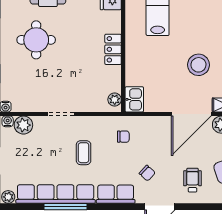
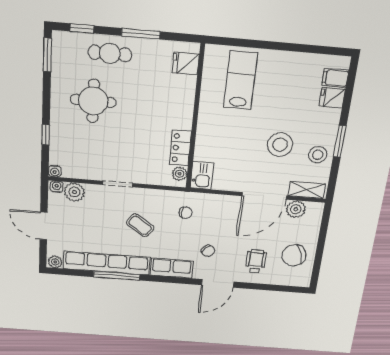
locker: (113, 49) -> (180, 148), moved
coffee table: (84, 153) -> (140, 225), turned -56

